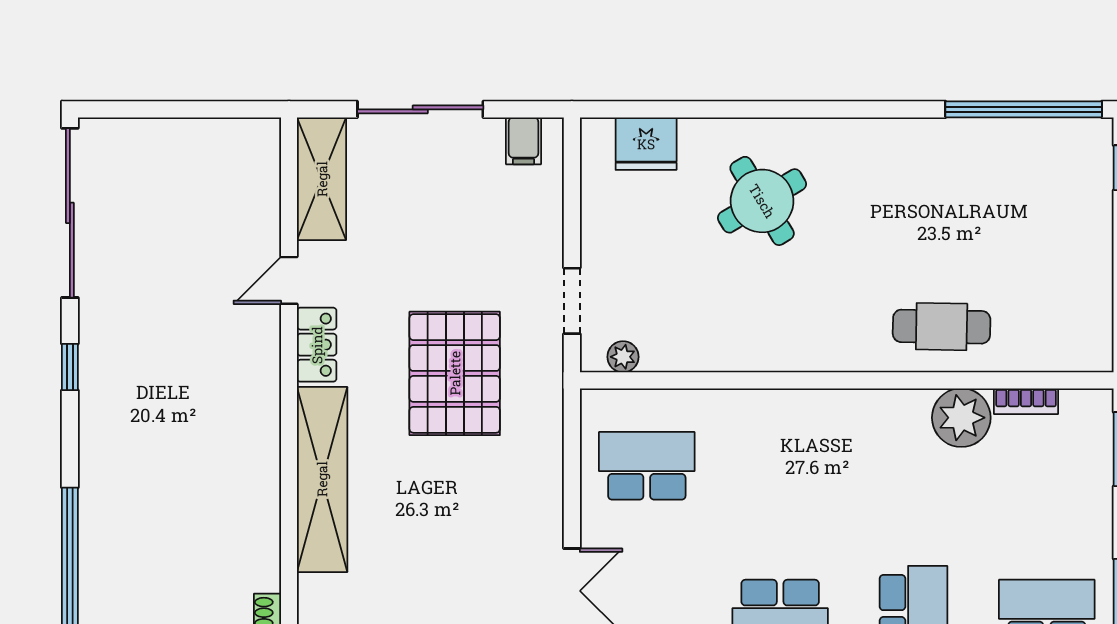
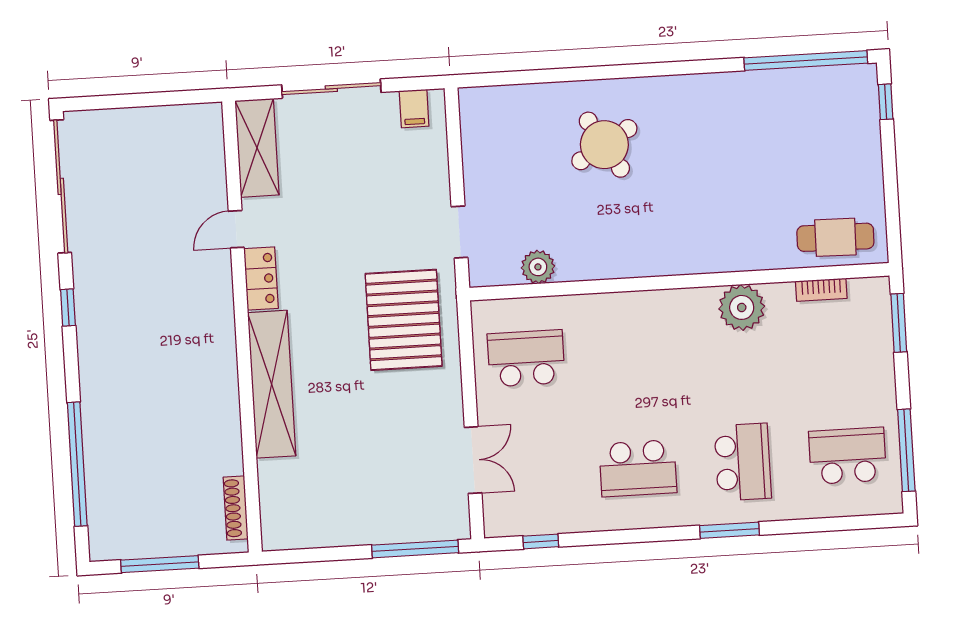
fridge: (646, 144) -> (511, 105), removed
cafe table: (942, 327) -> (835, 237), moved
plant: (623, 357) -> (538, 267), moved, width x1.38, depth x1.38
pallet: (455, 373) -> (404, 320), moved
plant: (961, 418) -> (742, 307), moved

